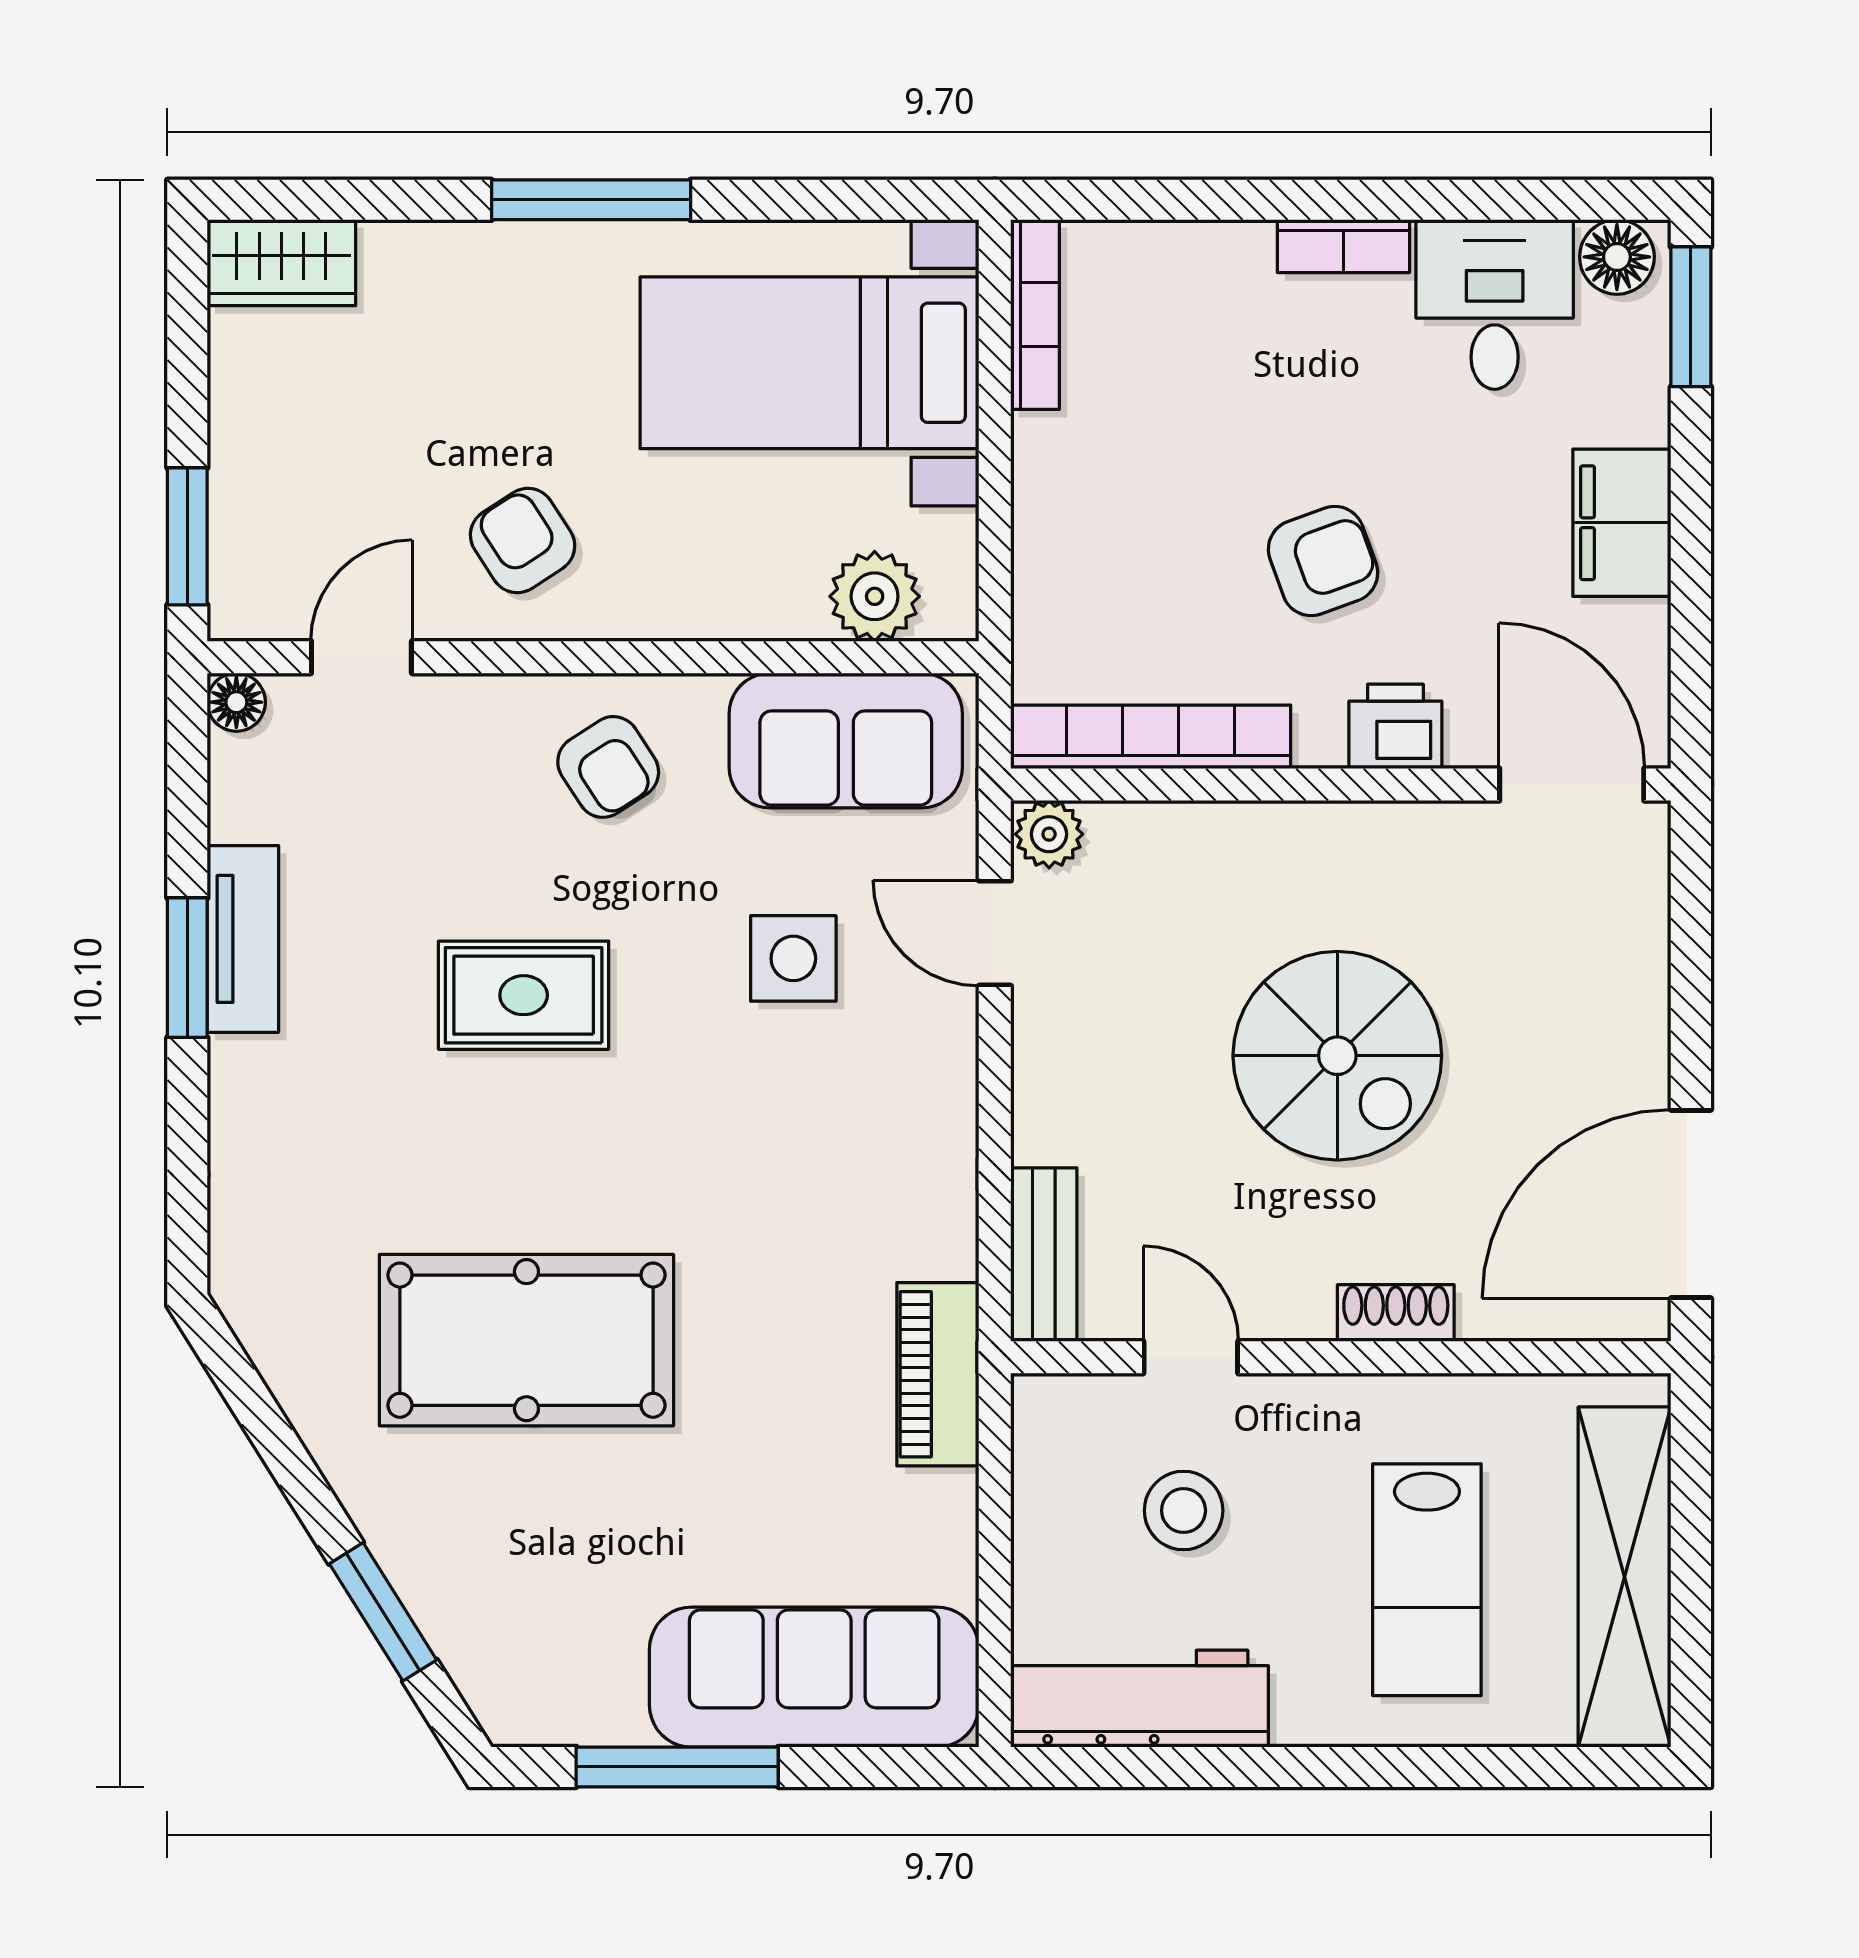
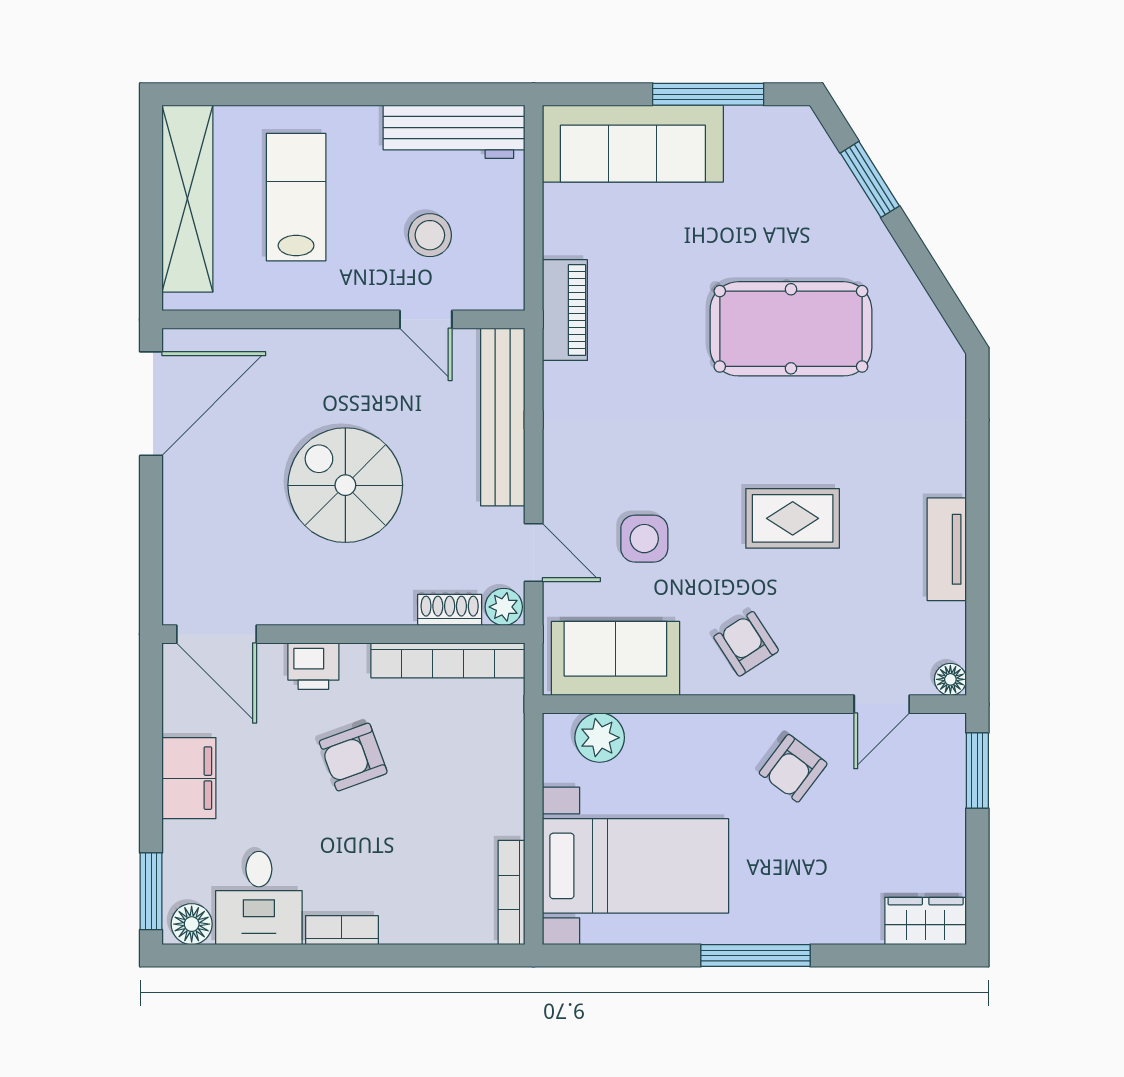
armchair: (523, 540) -> (793, 768), turned 70
window: (187, 968) -> (977, 533), removed
bench: (1044, 1255) -> (503, 417), width x1.86, depth x1.21
shoe rack: (1396, 1313) -> (450, 610), moved, turned 180

